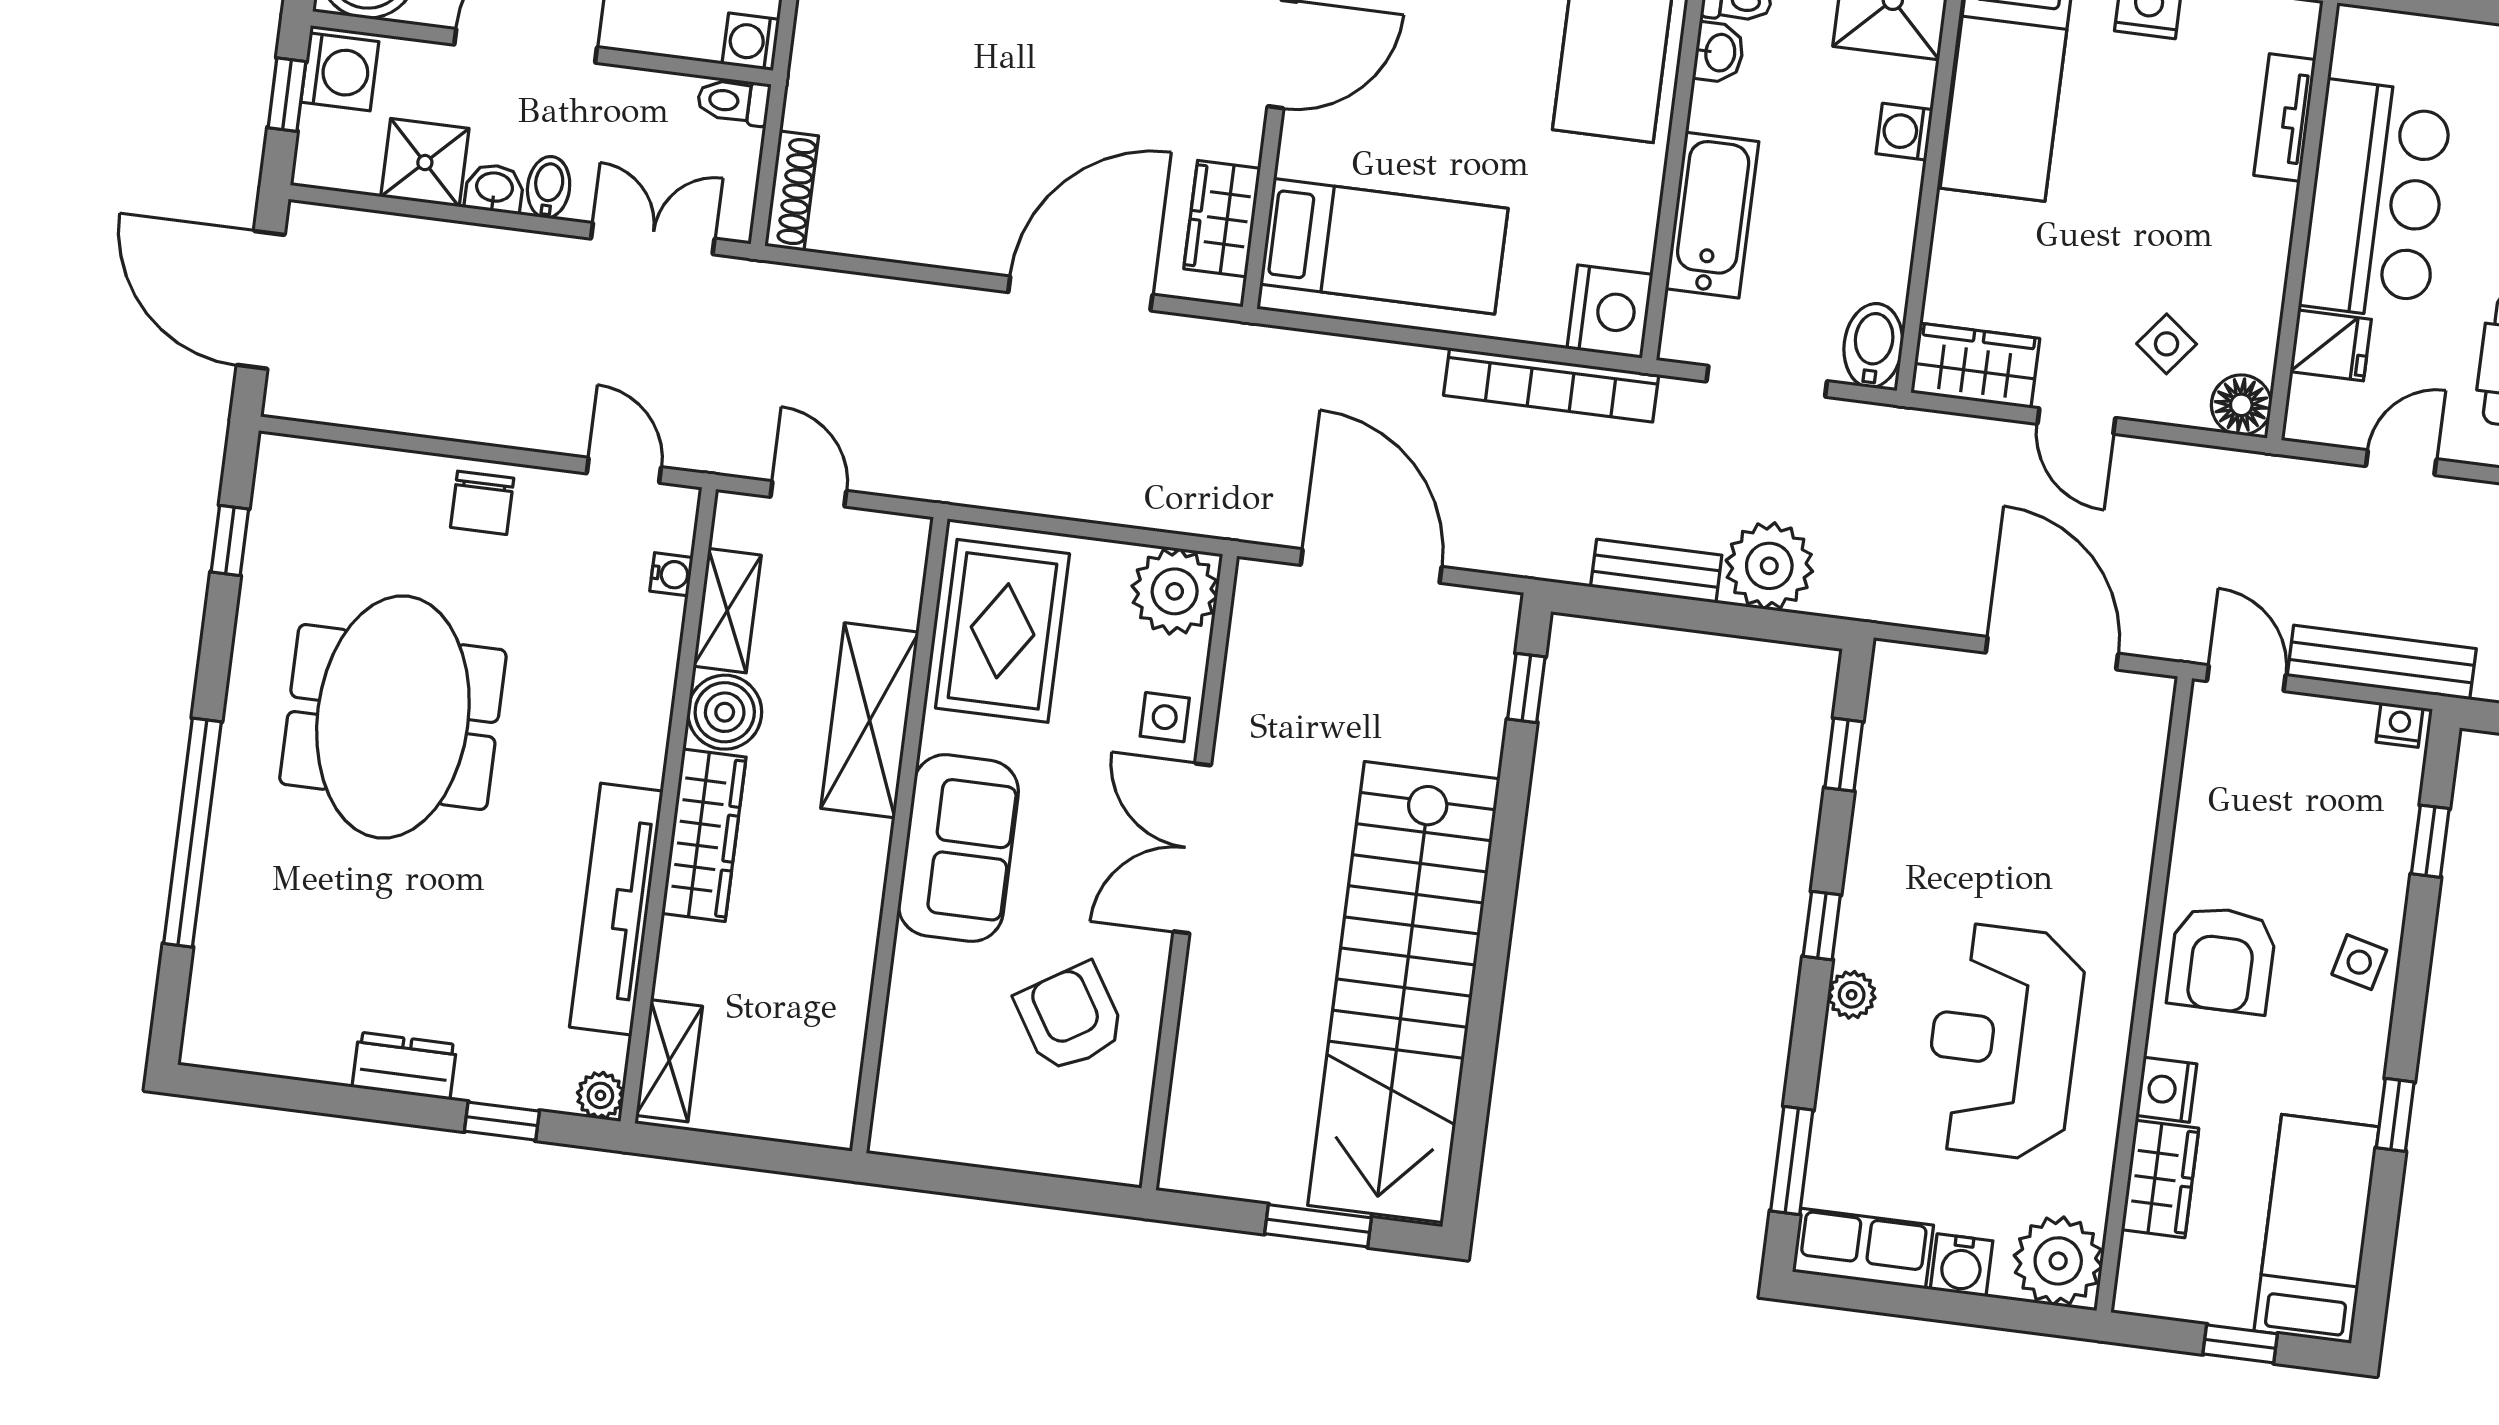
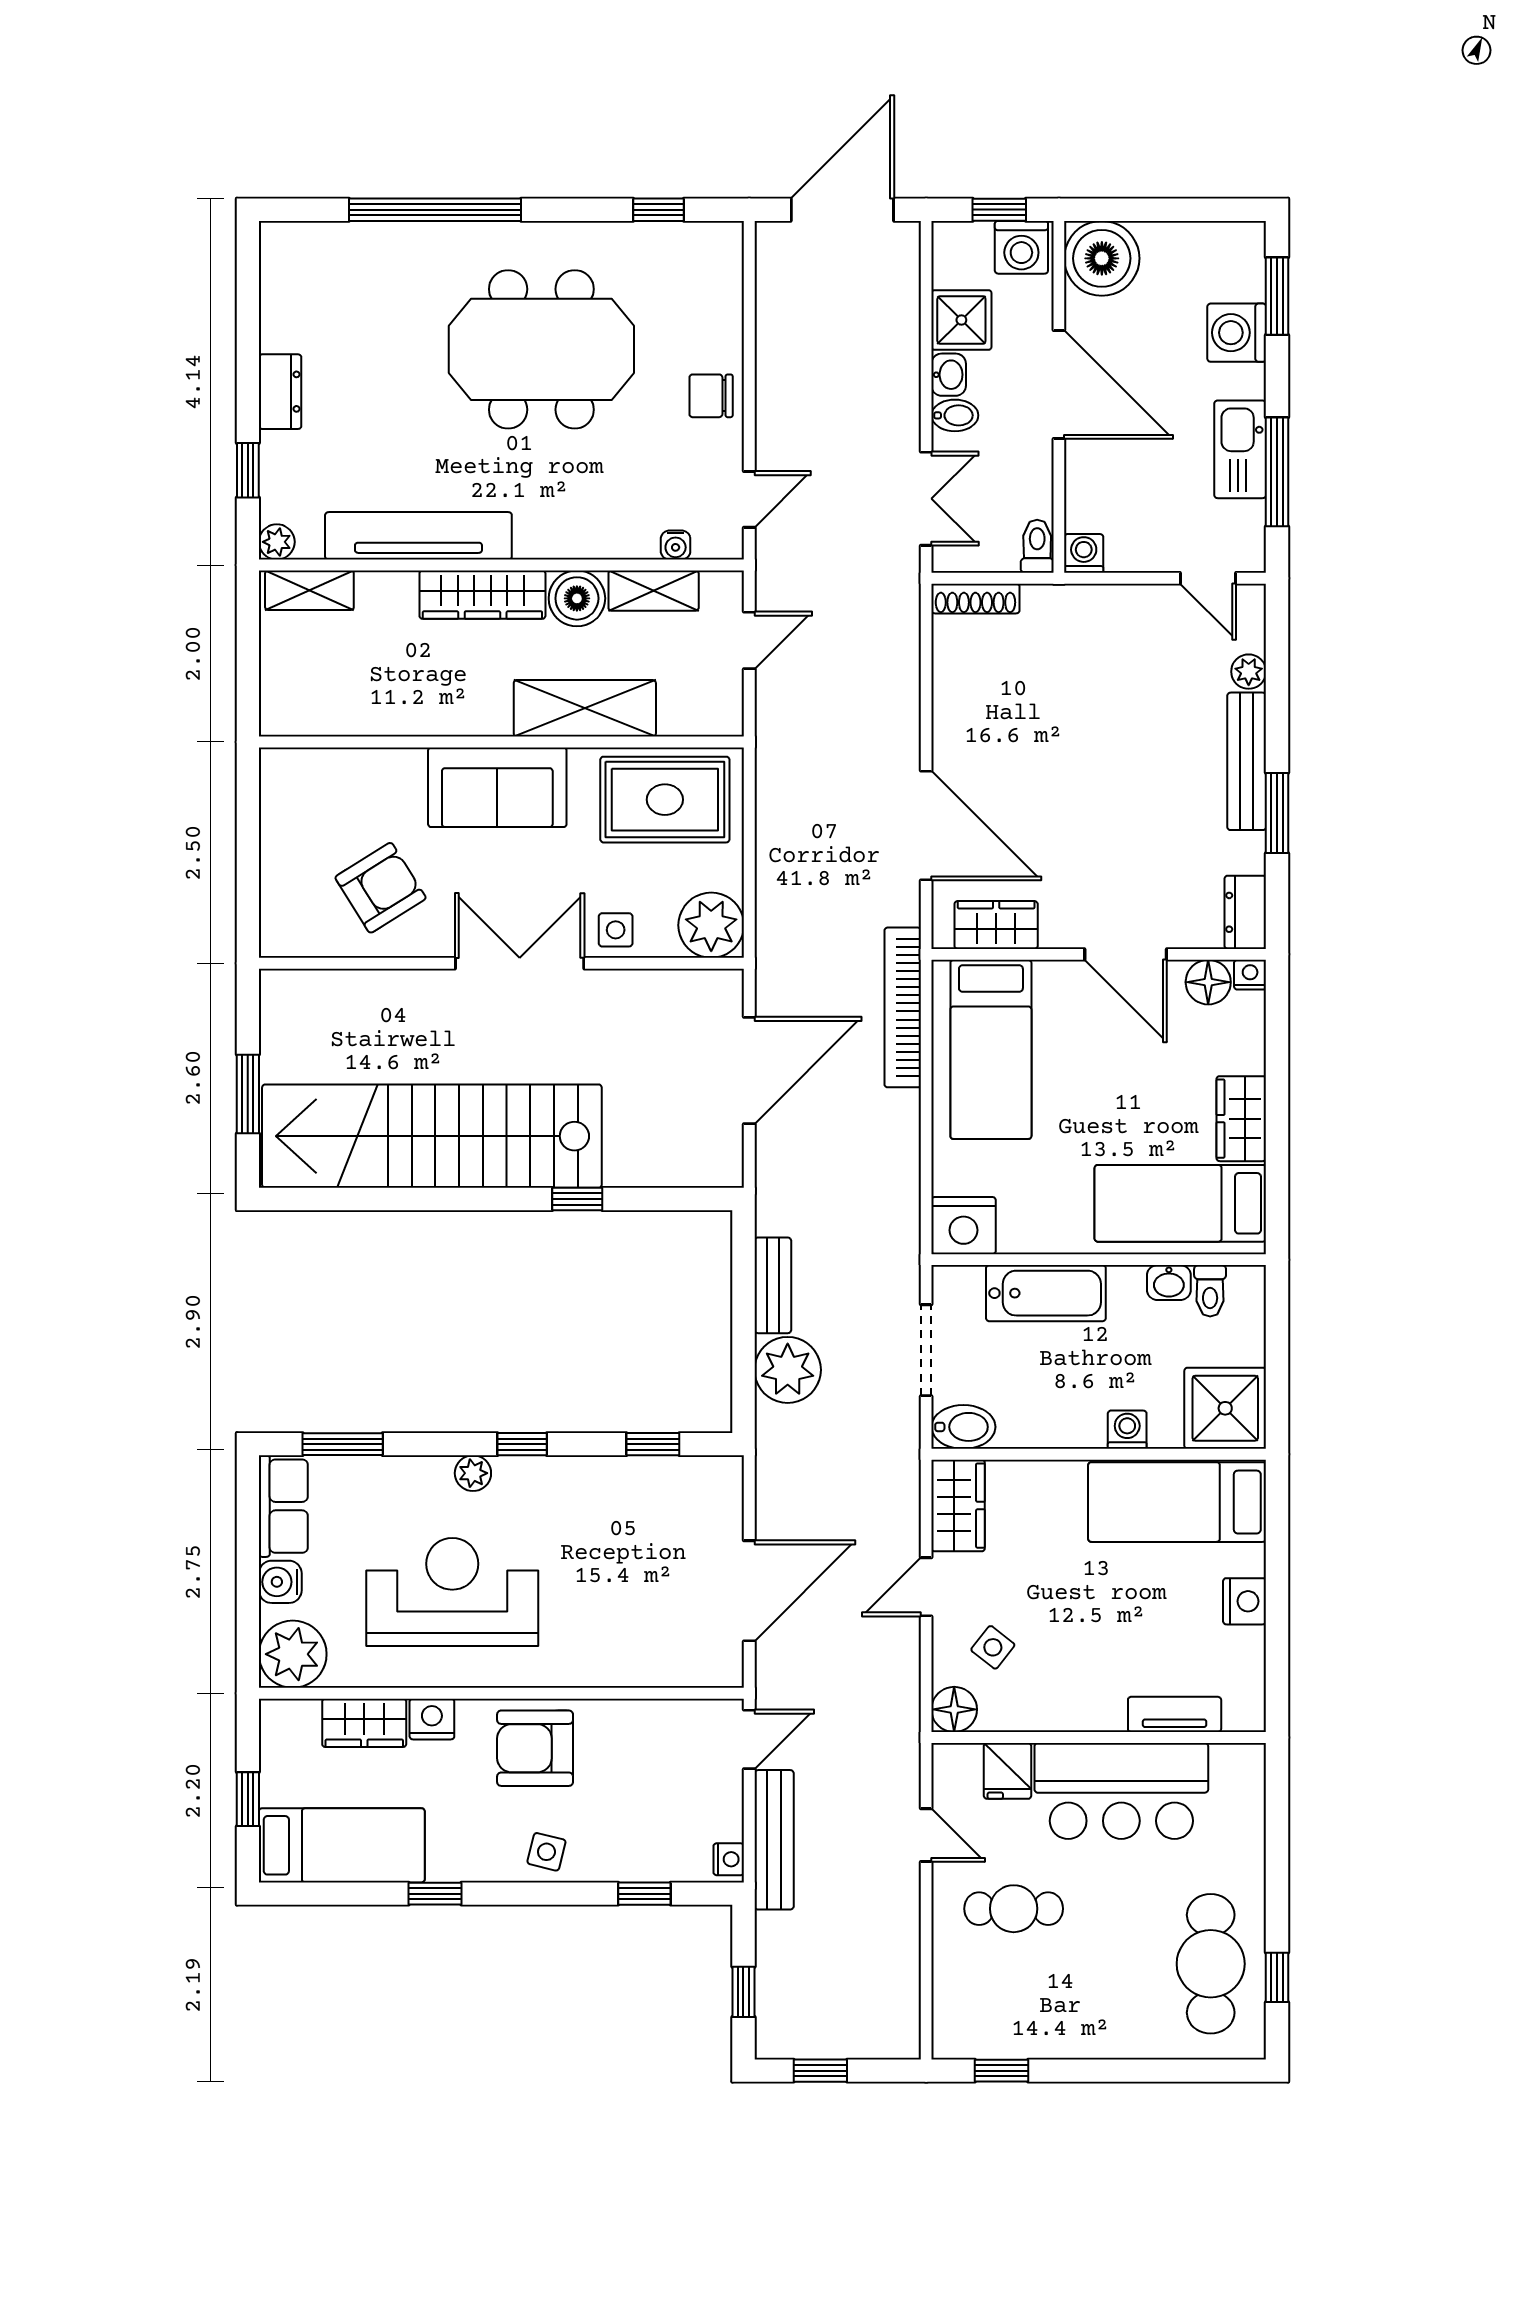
bookcase: (1551, 385) -> (903, 1007), moved
window: (1526, 688) -> (577, 1199), moved

